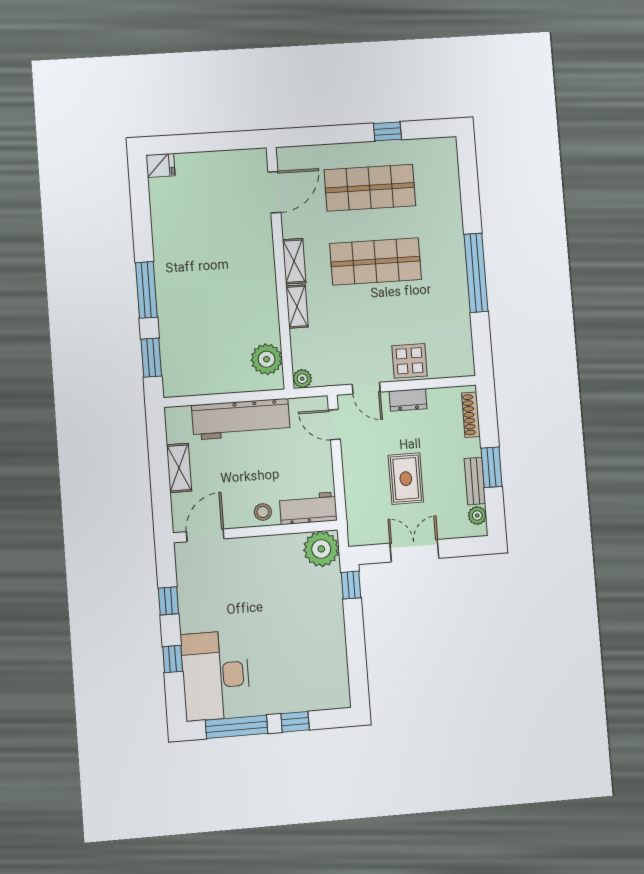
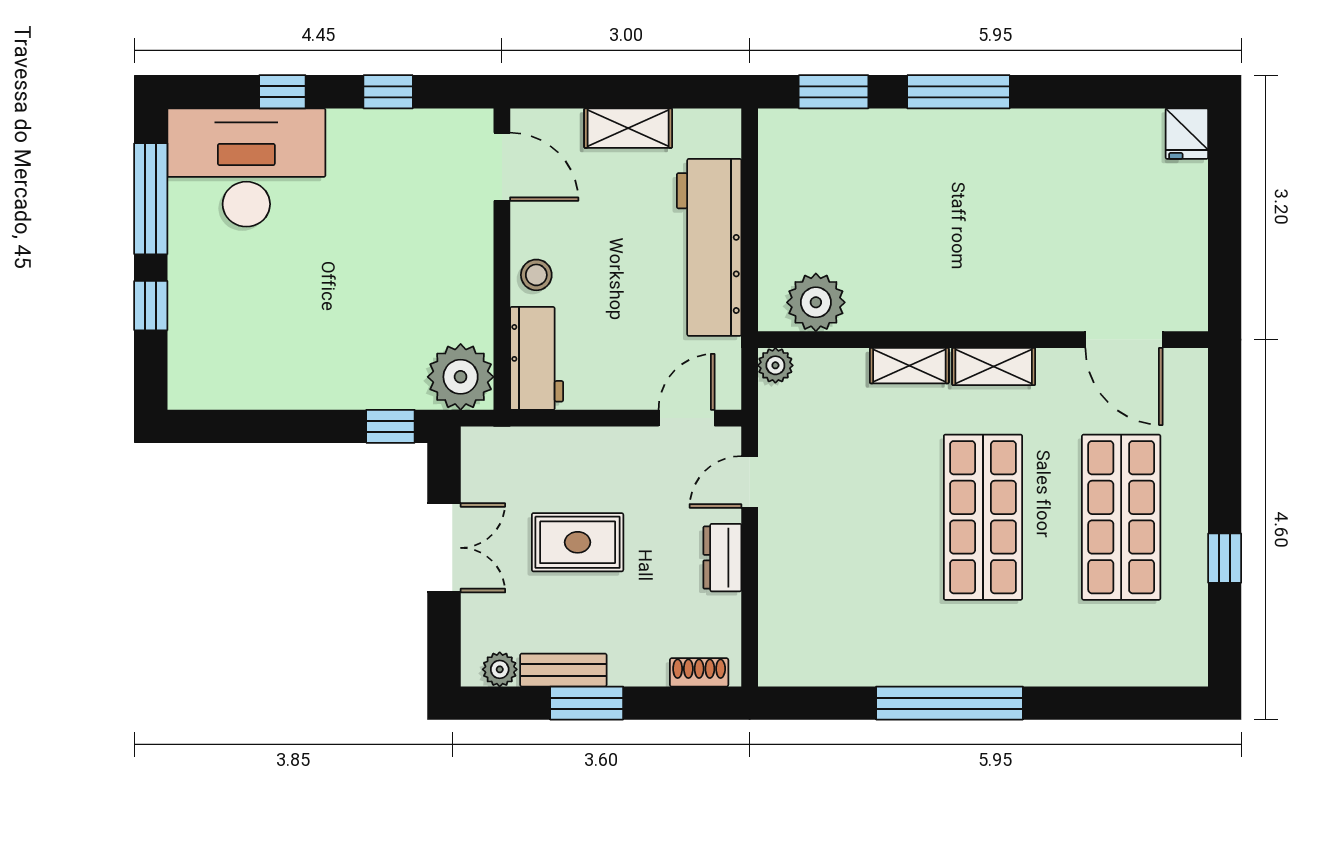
display table: (410, 361) -> (794, 566), removed
shoe rack: (471, 415) -> (699, 672), width x0.70

